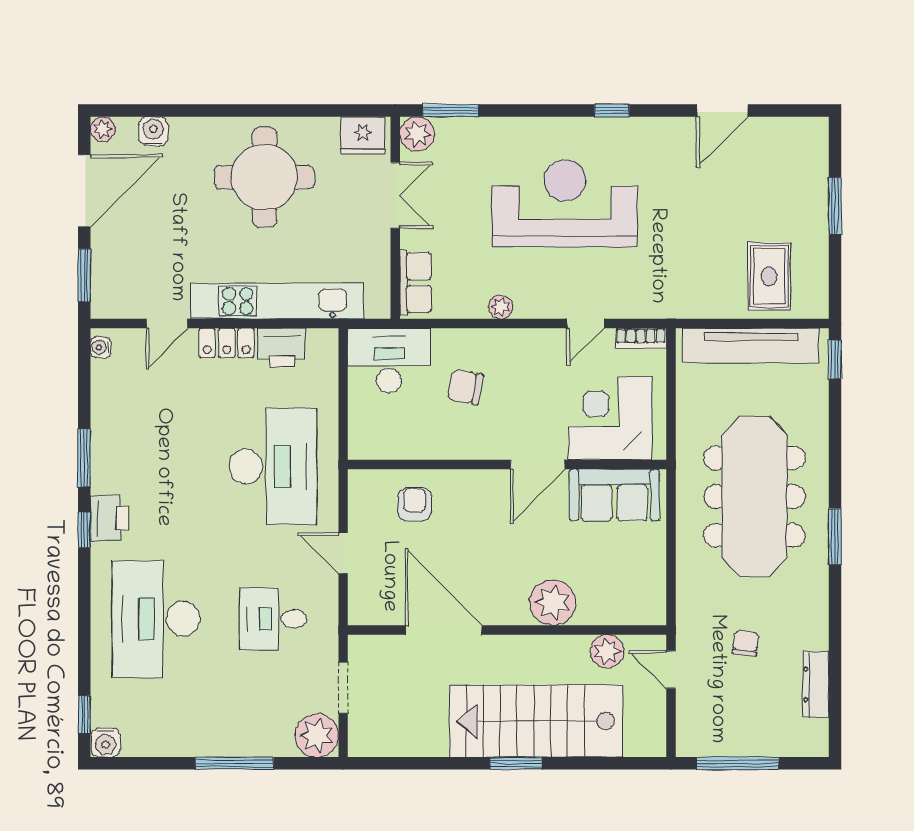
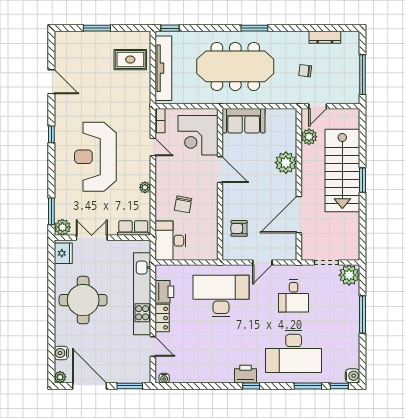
window: (84, 458) -> (308, 386), moved
sofa: (614, 495) -> (244, 121), moved, turned 90

